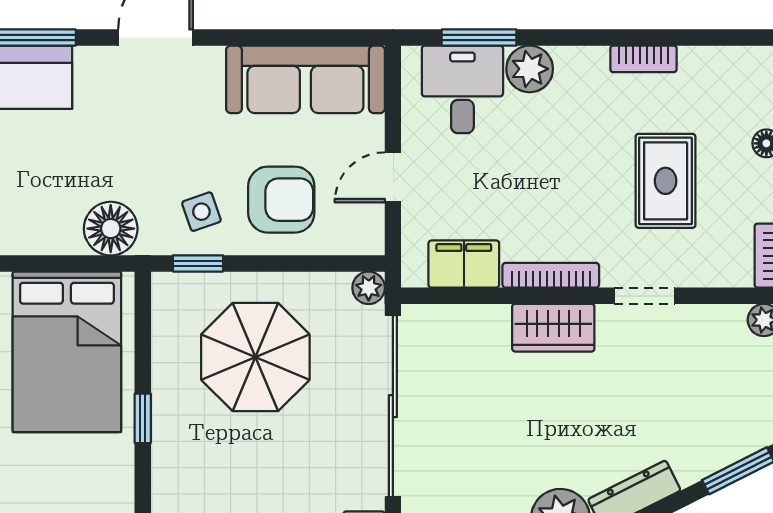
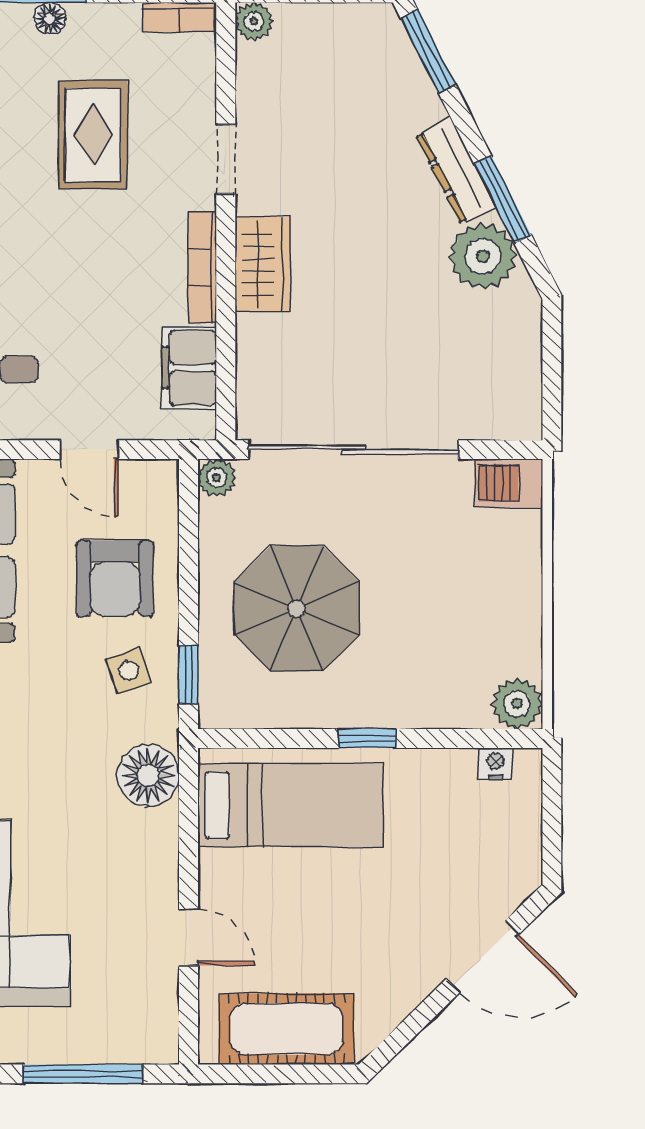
rug: (666, 181) -> (93, 135), turned 90
armchair: (281, 200) -> (115, 579), turned 180
bed: (67, 352) -> (291, 805), width x0.67

